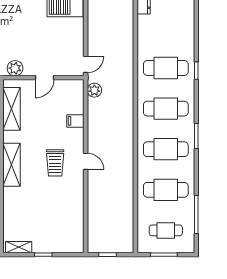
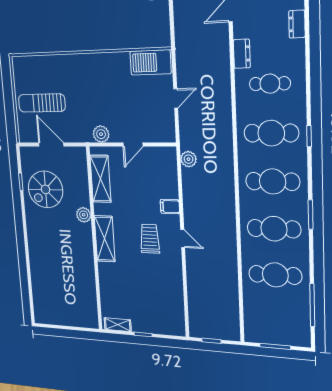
door: (86, 64) -> (176, 98), moved
filing cabinet: (75, 121) -> (170, 207), moved
trolley: (55, 163) -> (150, 239), turned 180
cafe table: (166, 230) -> (270, 84), moved

